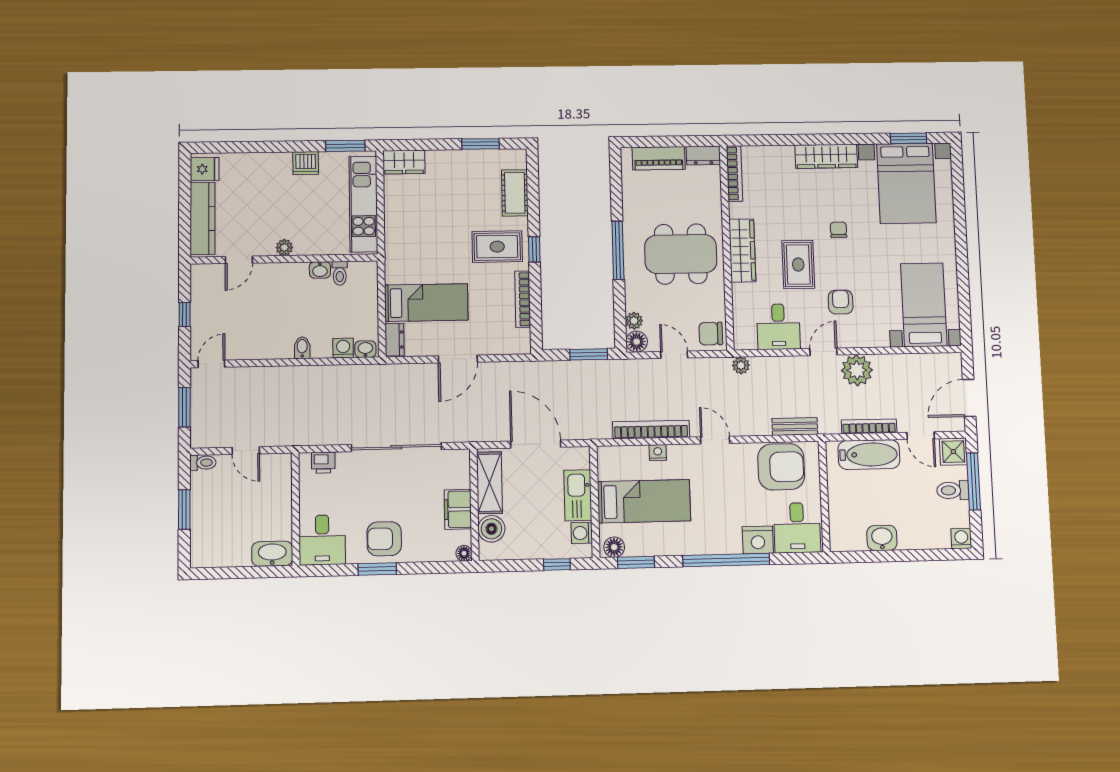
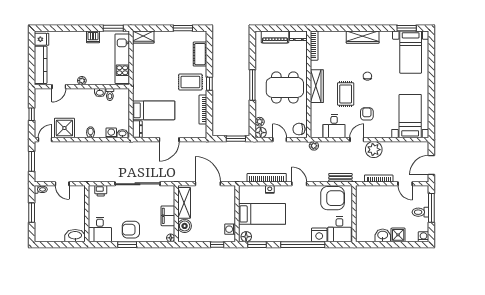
bed with nightstands: (906, 183) -> (411, 52), width x0.73
shower: (250, 340) -> (64, 128), added
shower: (953, 452) -> (398, 235), moved
bathtub: (869, 455) -> (378, 193), removed
kitchen sink: (578, 495) -> (229, 210), removed

